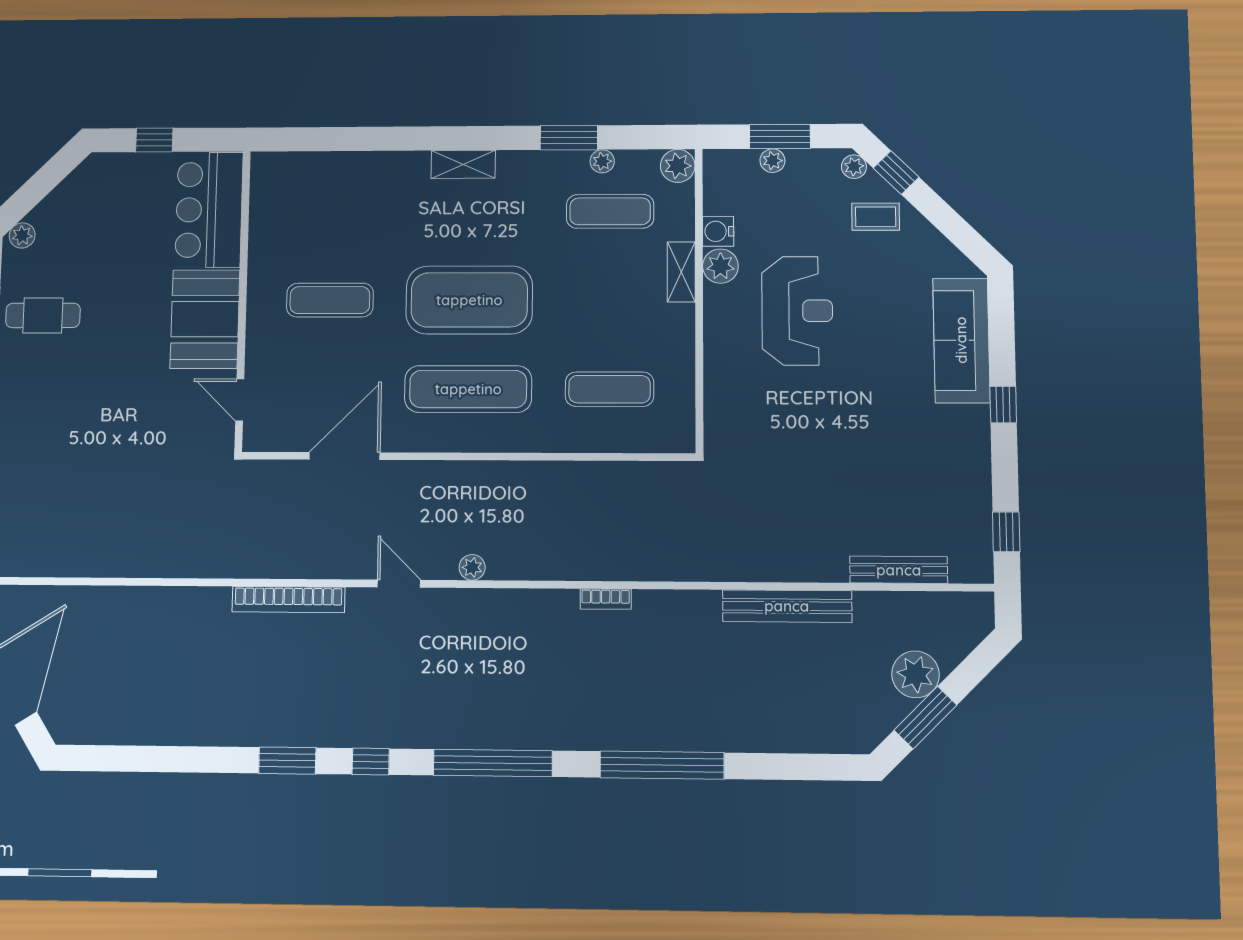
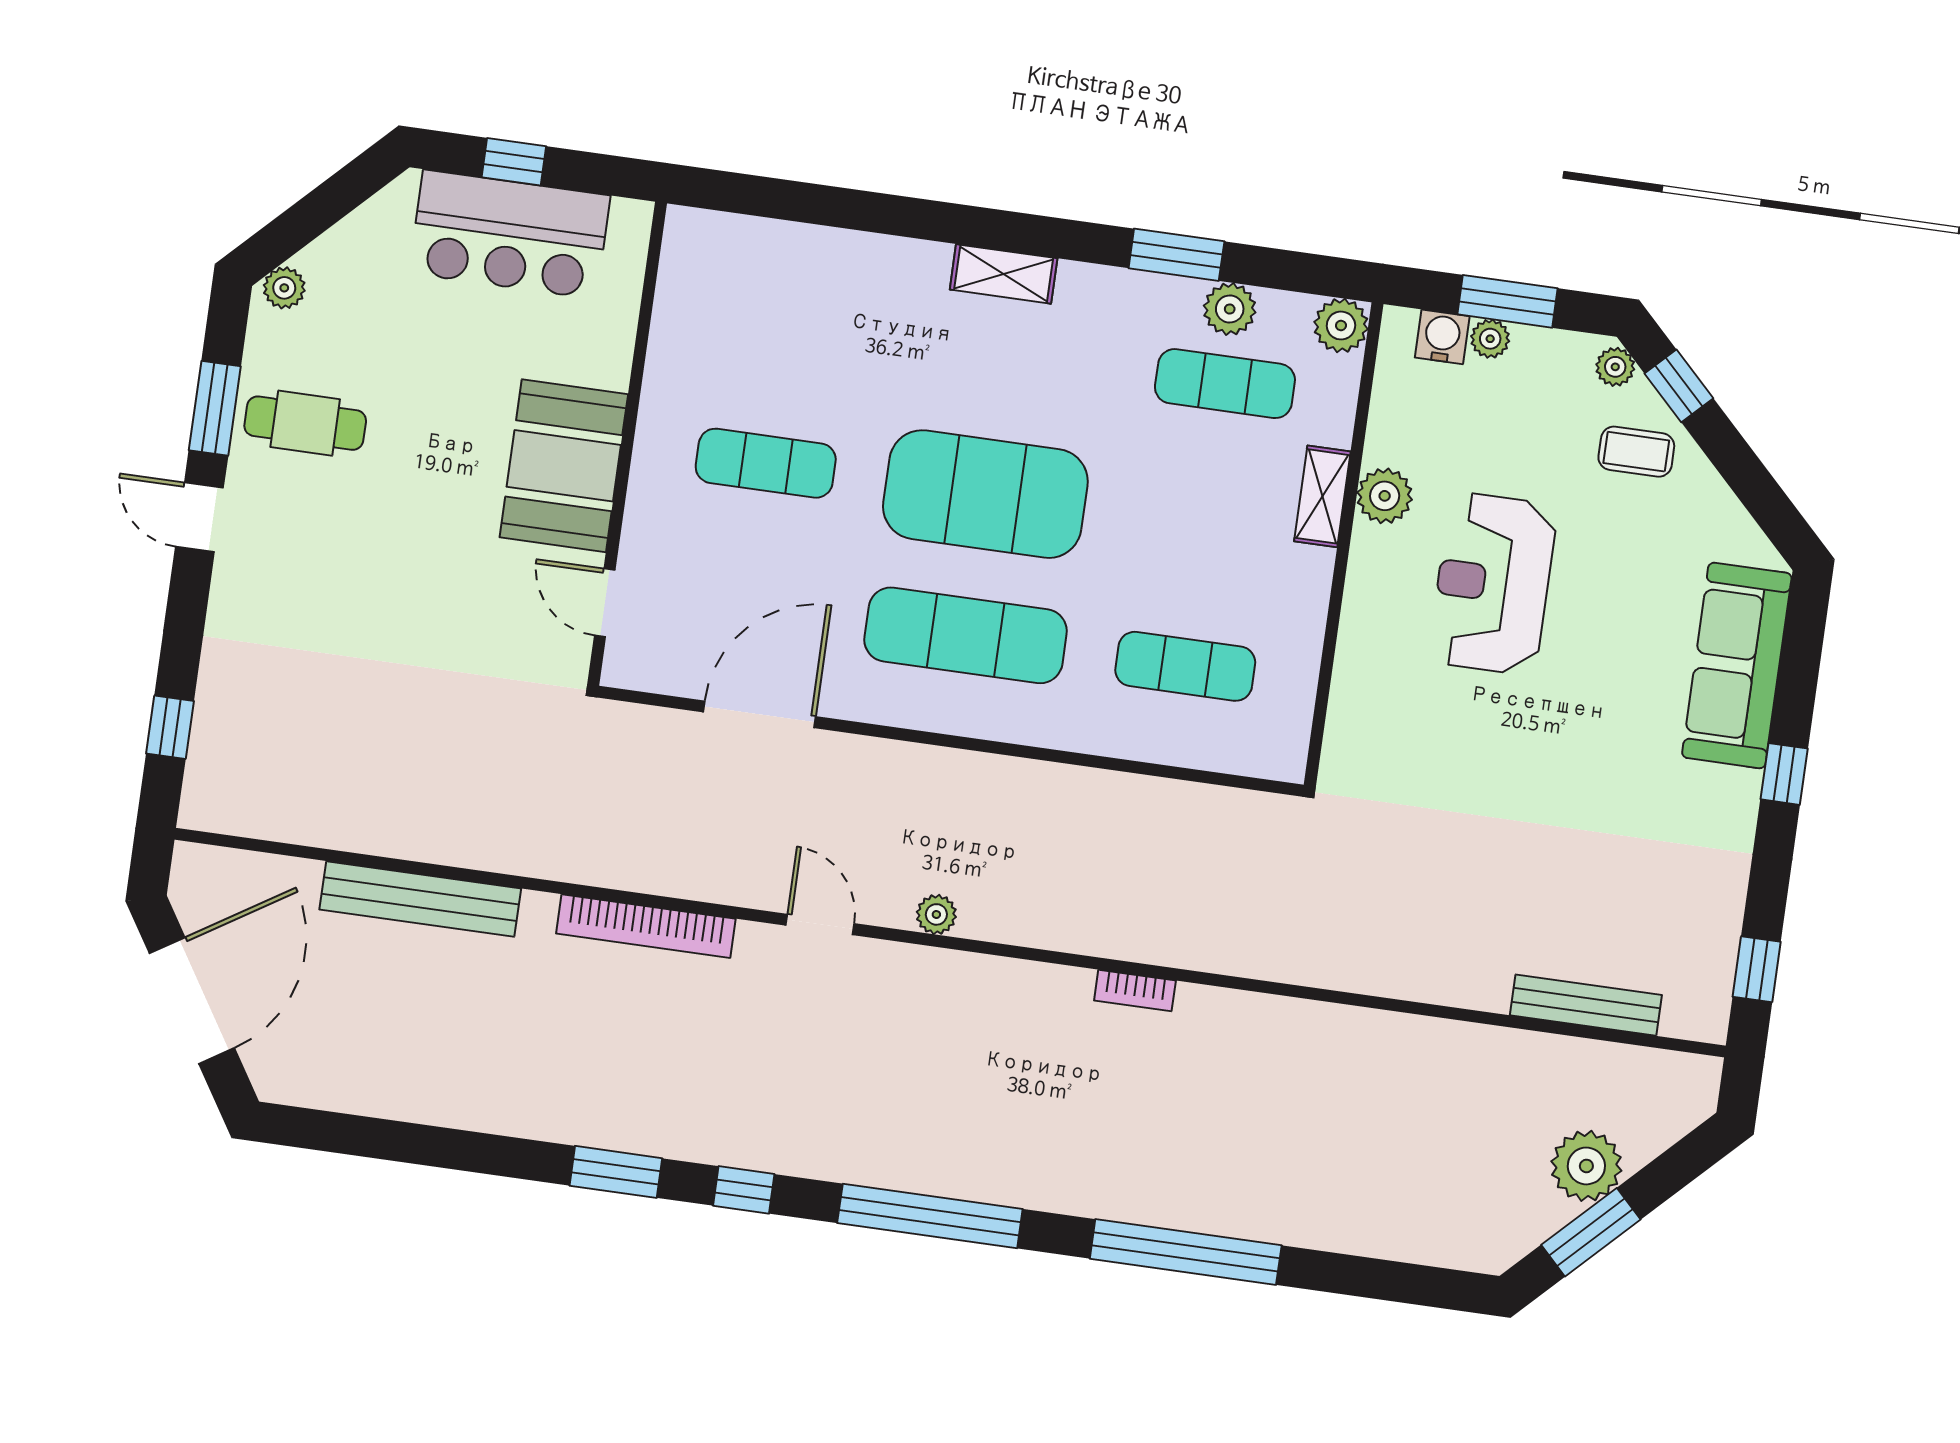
plant: (602, 161) -> (1230, 309), width x1.38, depth x1.38
bar counter: (209, 210) -> (510, 234), moved, turned -90
water cooler: (718, 231) -> (1442, 337), moved, turned 90
reception desk: (797, 311) -> (1493, 584), turned 180
bench: (787, 606) -> (420, 899), moved

